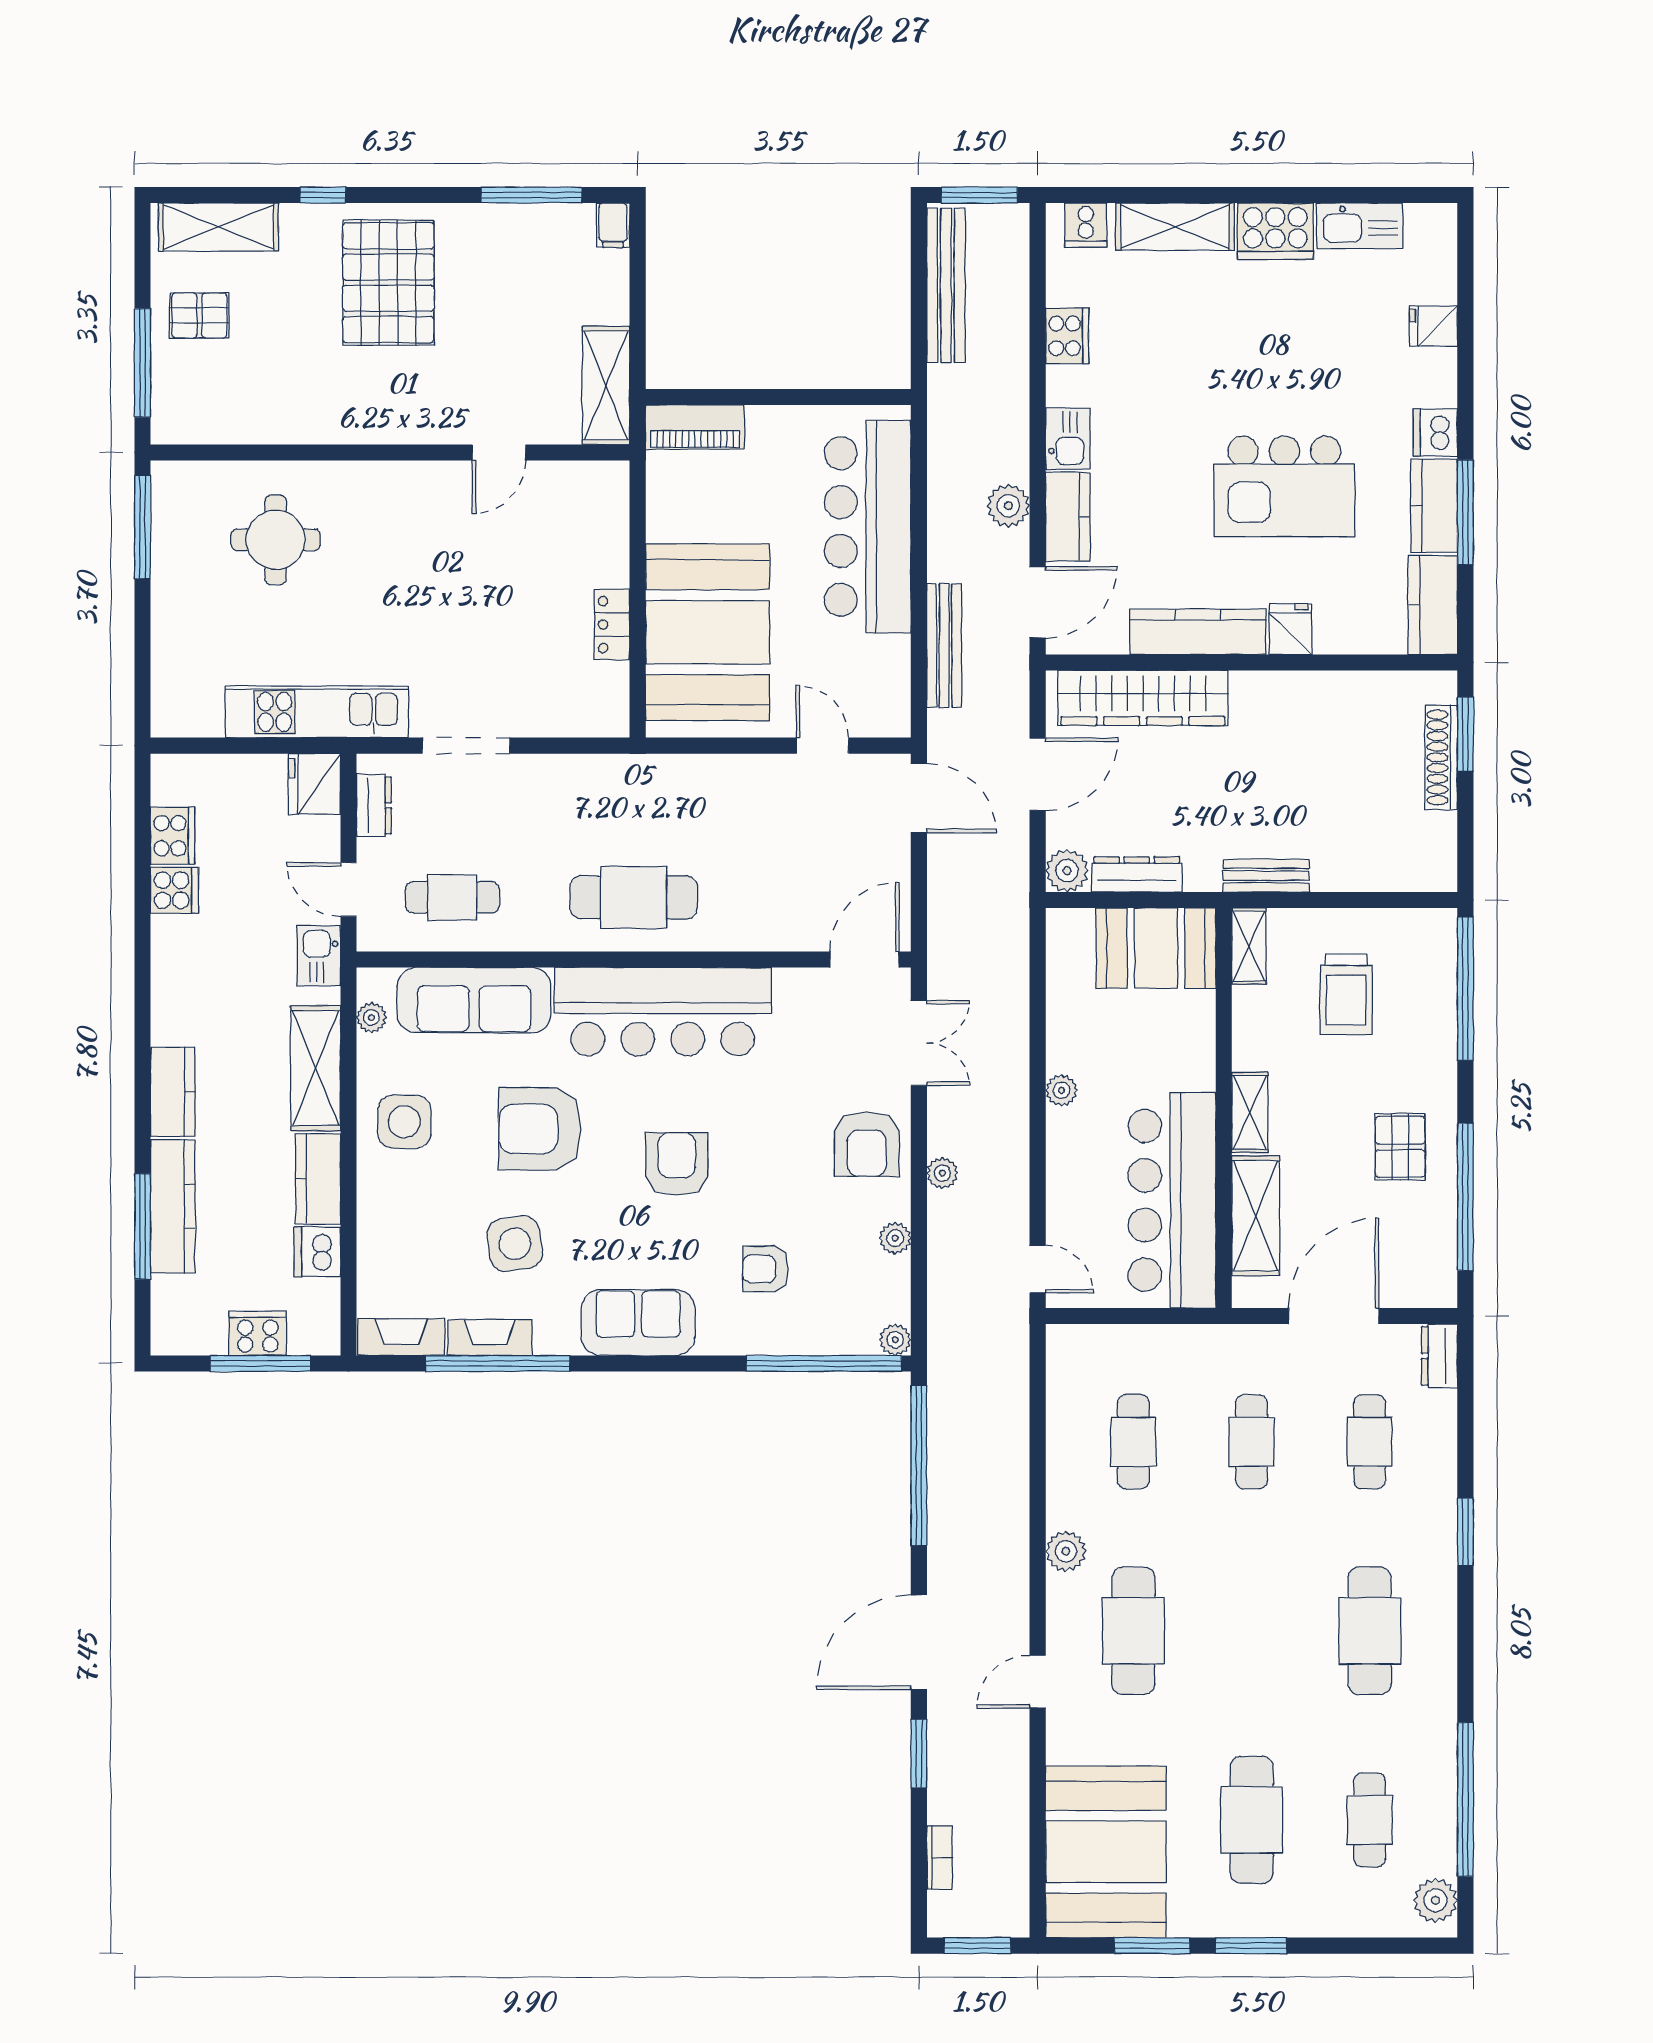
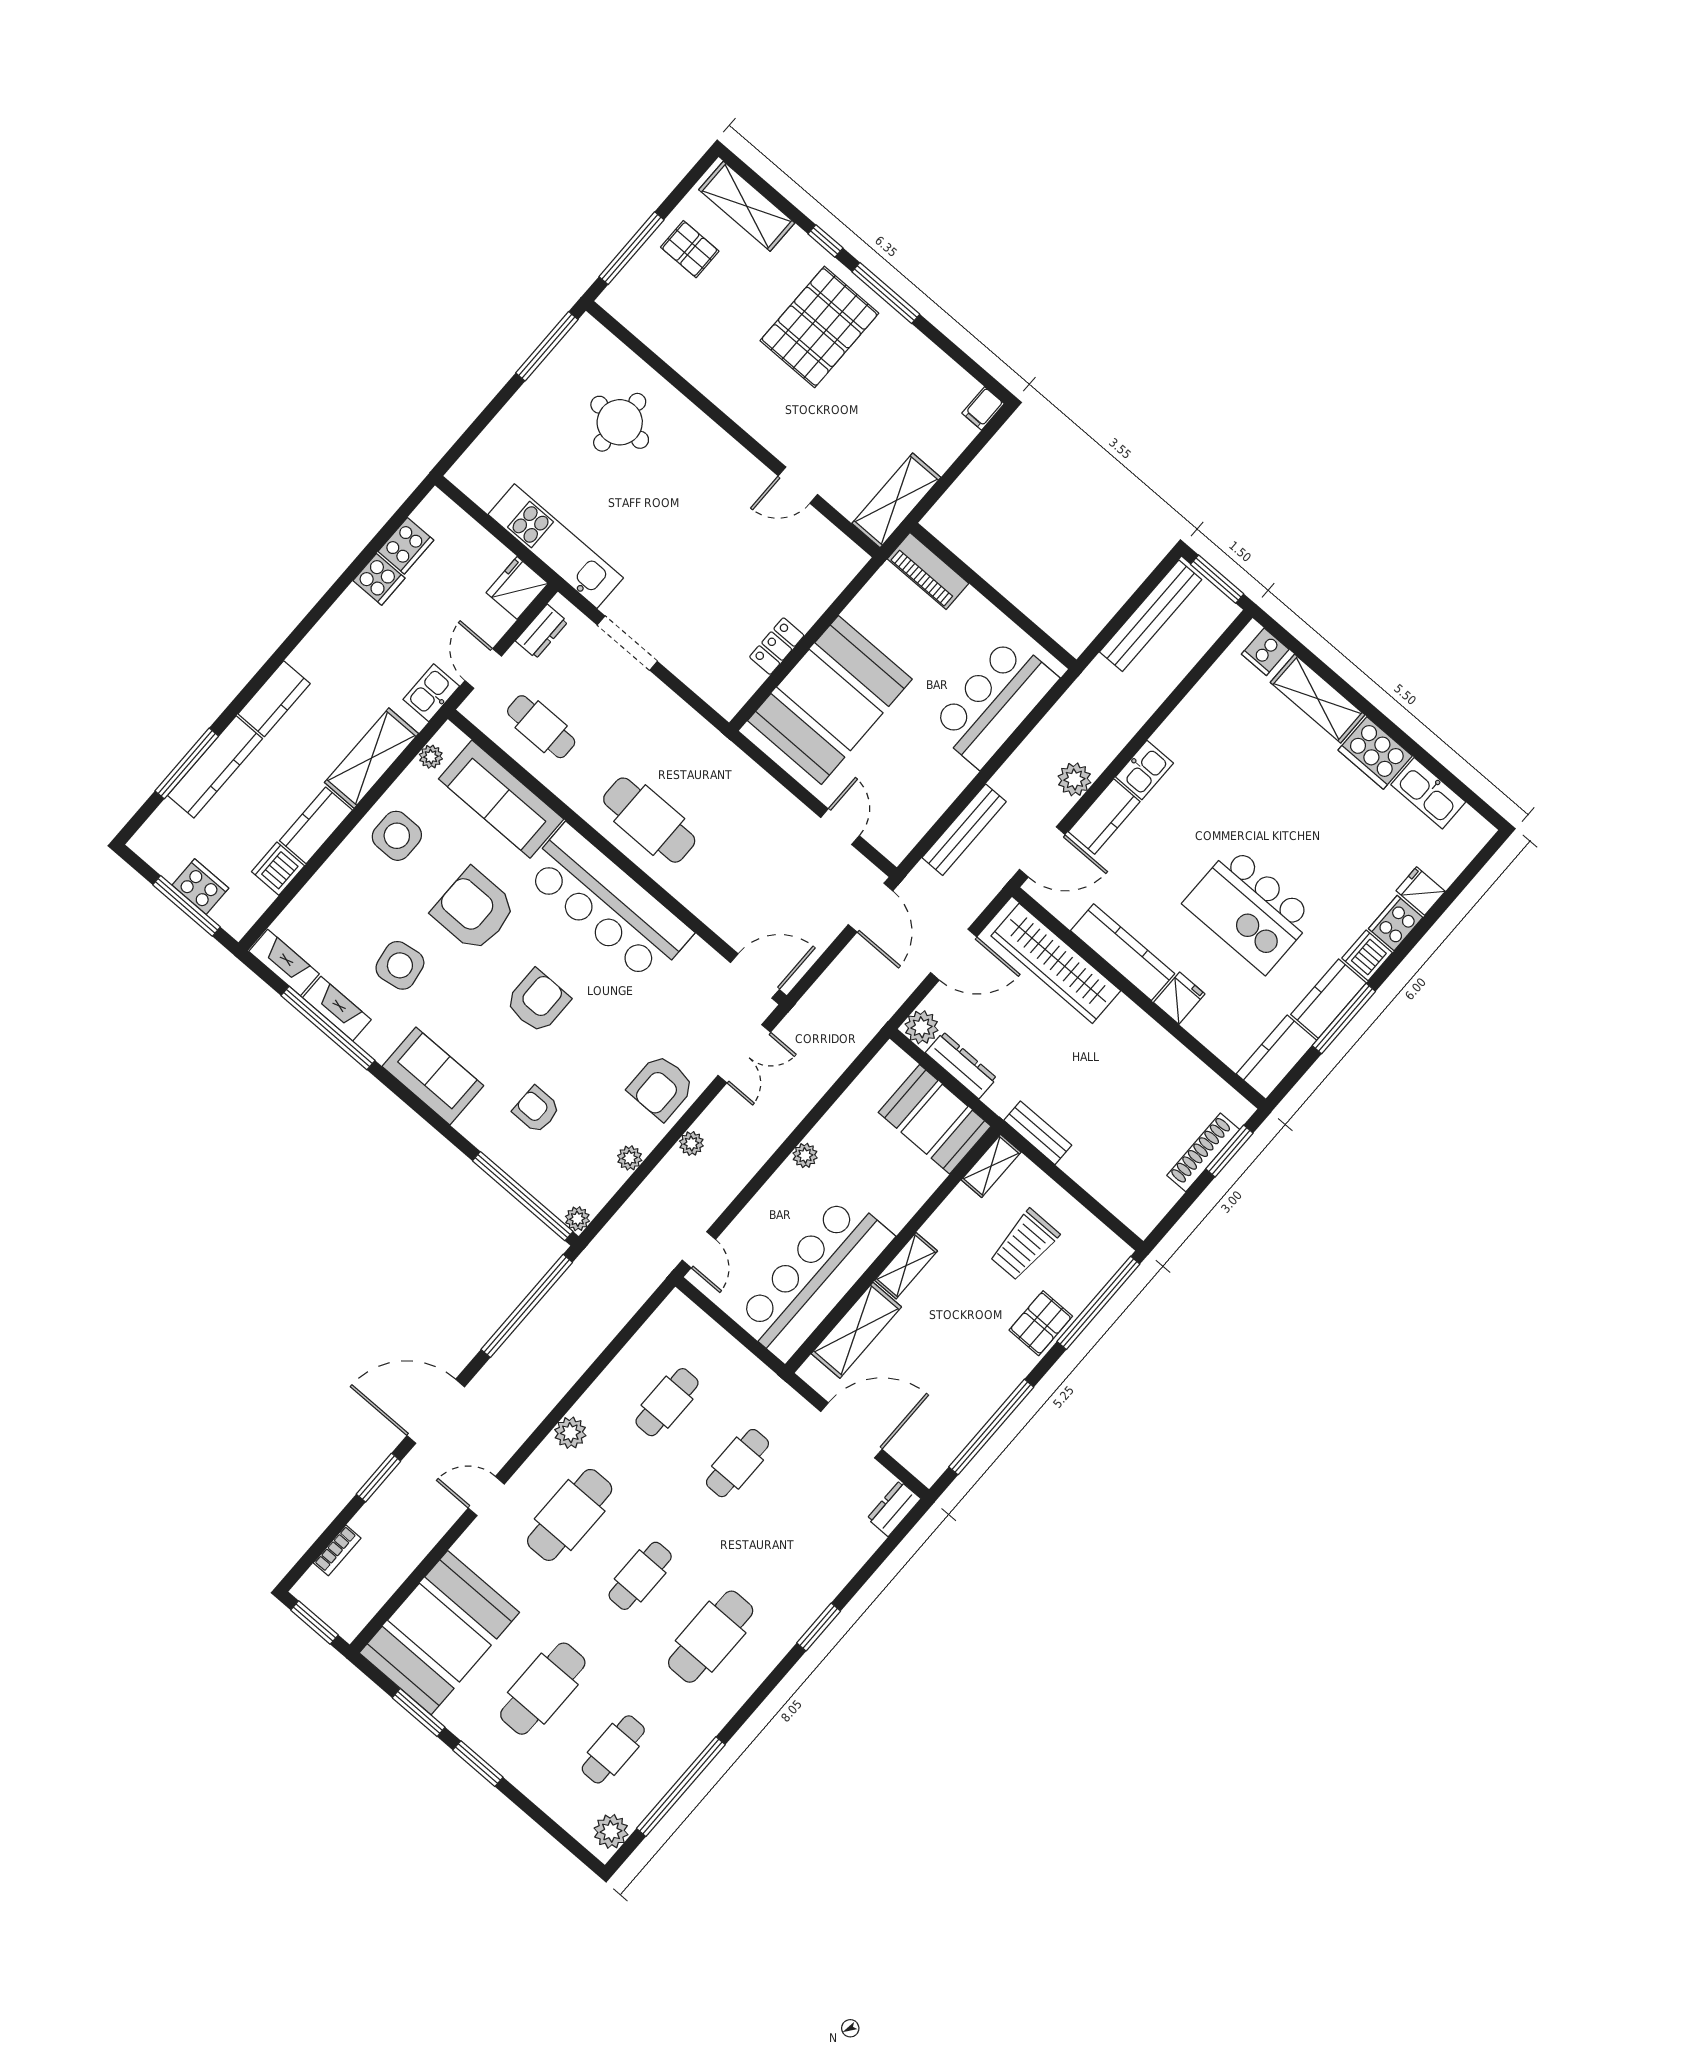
window: (532, 195) -> (886, 293), moved
cooker: (1067, 336) -> (1396, 923), moved, turned 180
bar counter: (868, 527) -> (994, 702), width x0.73
pallet: (1400, 1147) -> (1041, 1323), moved
cafe table: (1370, 1442) -> (640, 1576), moved

